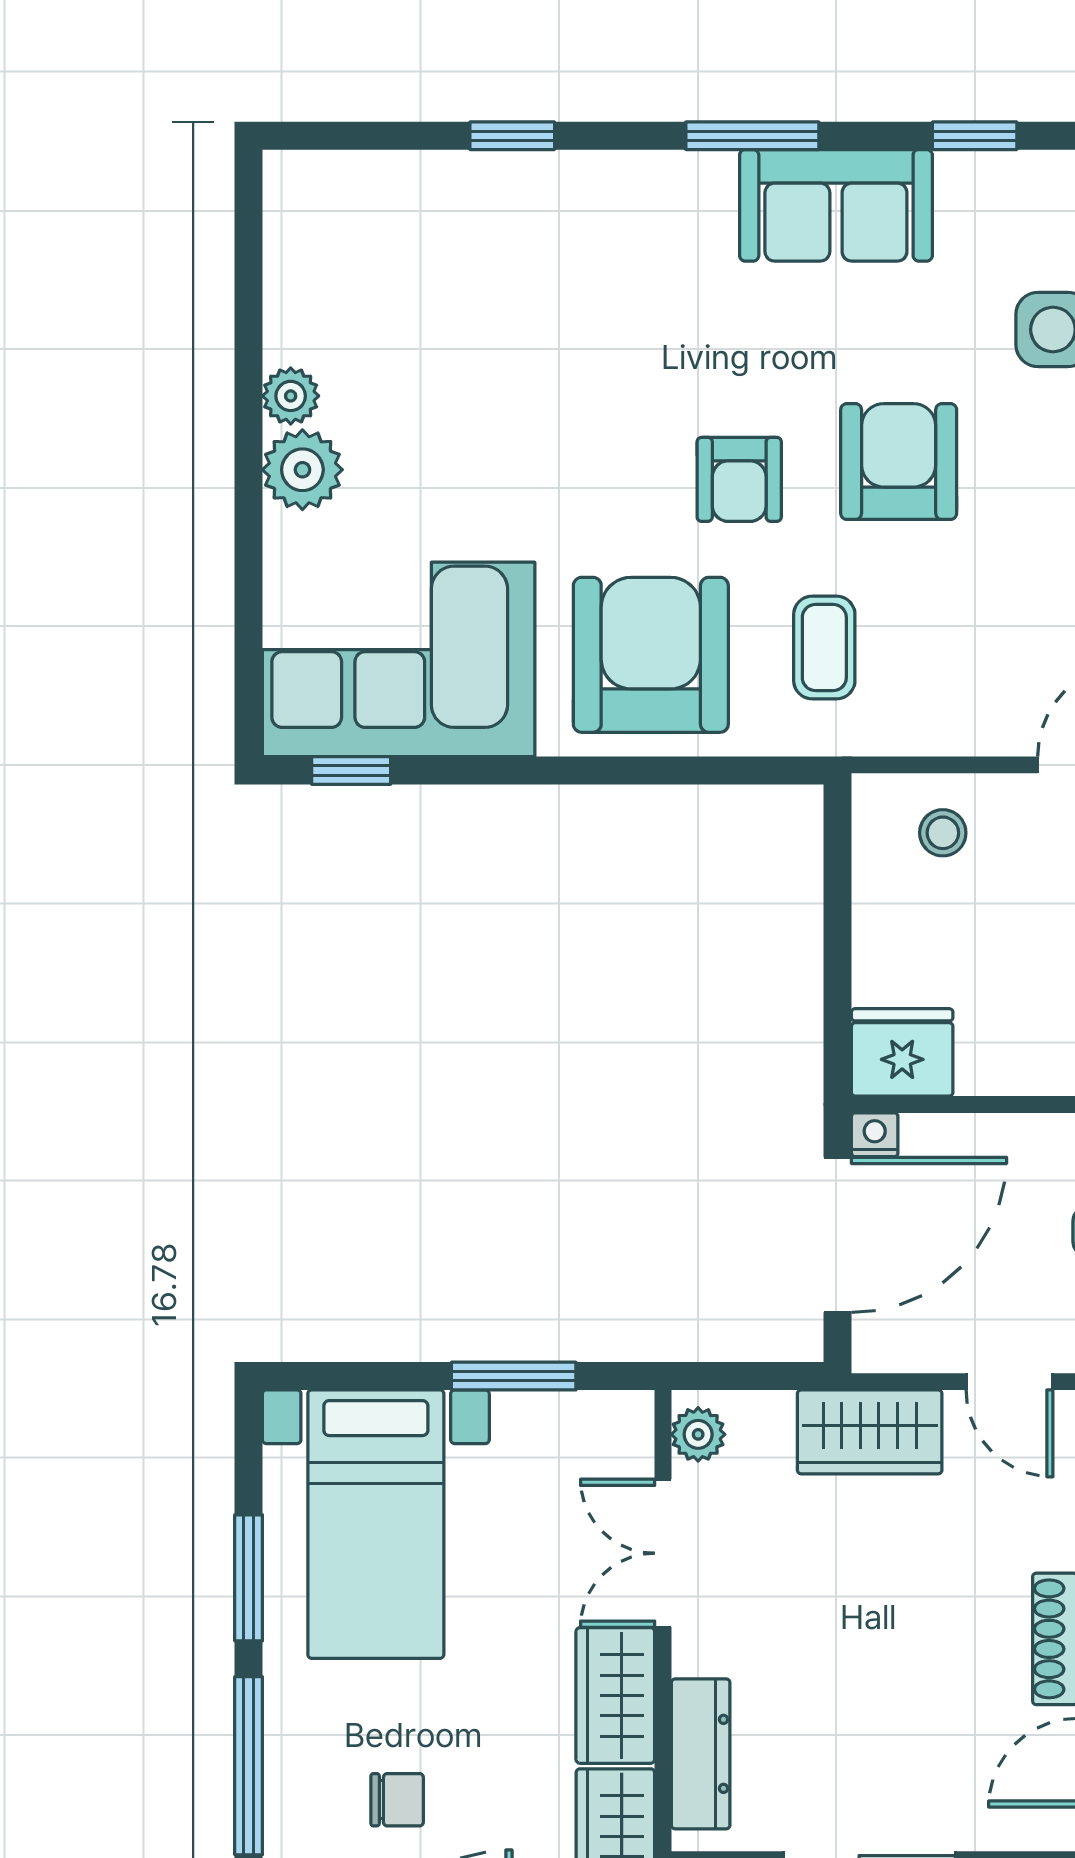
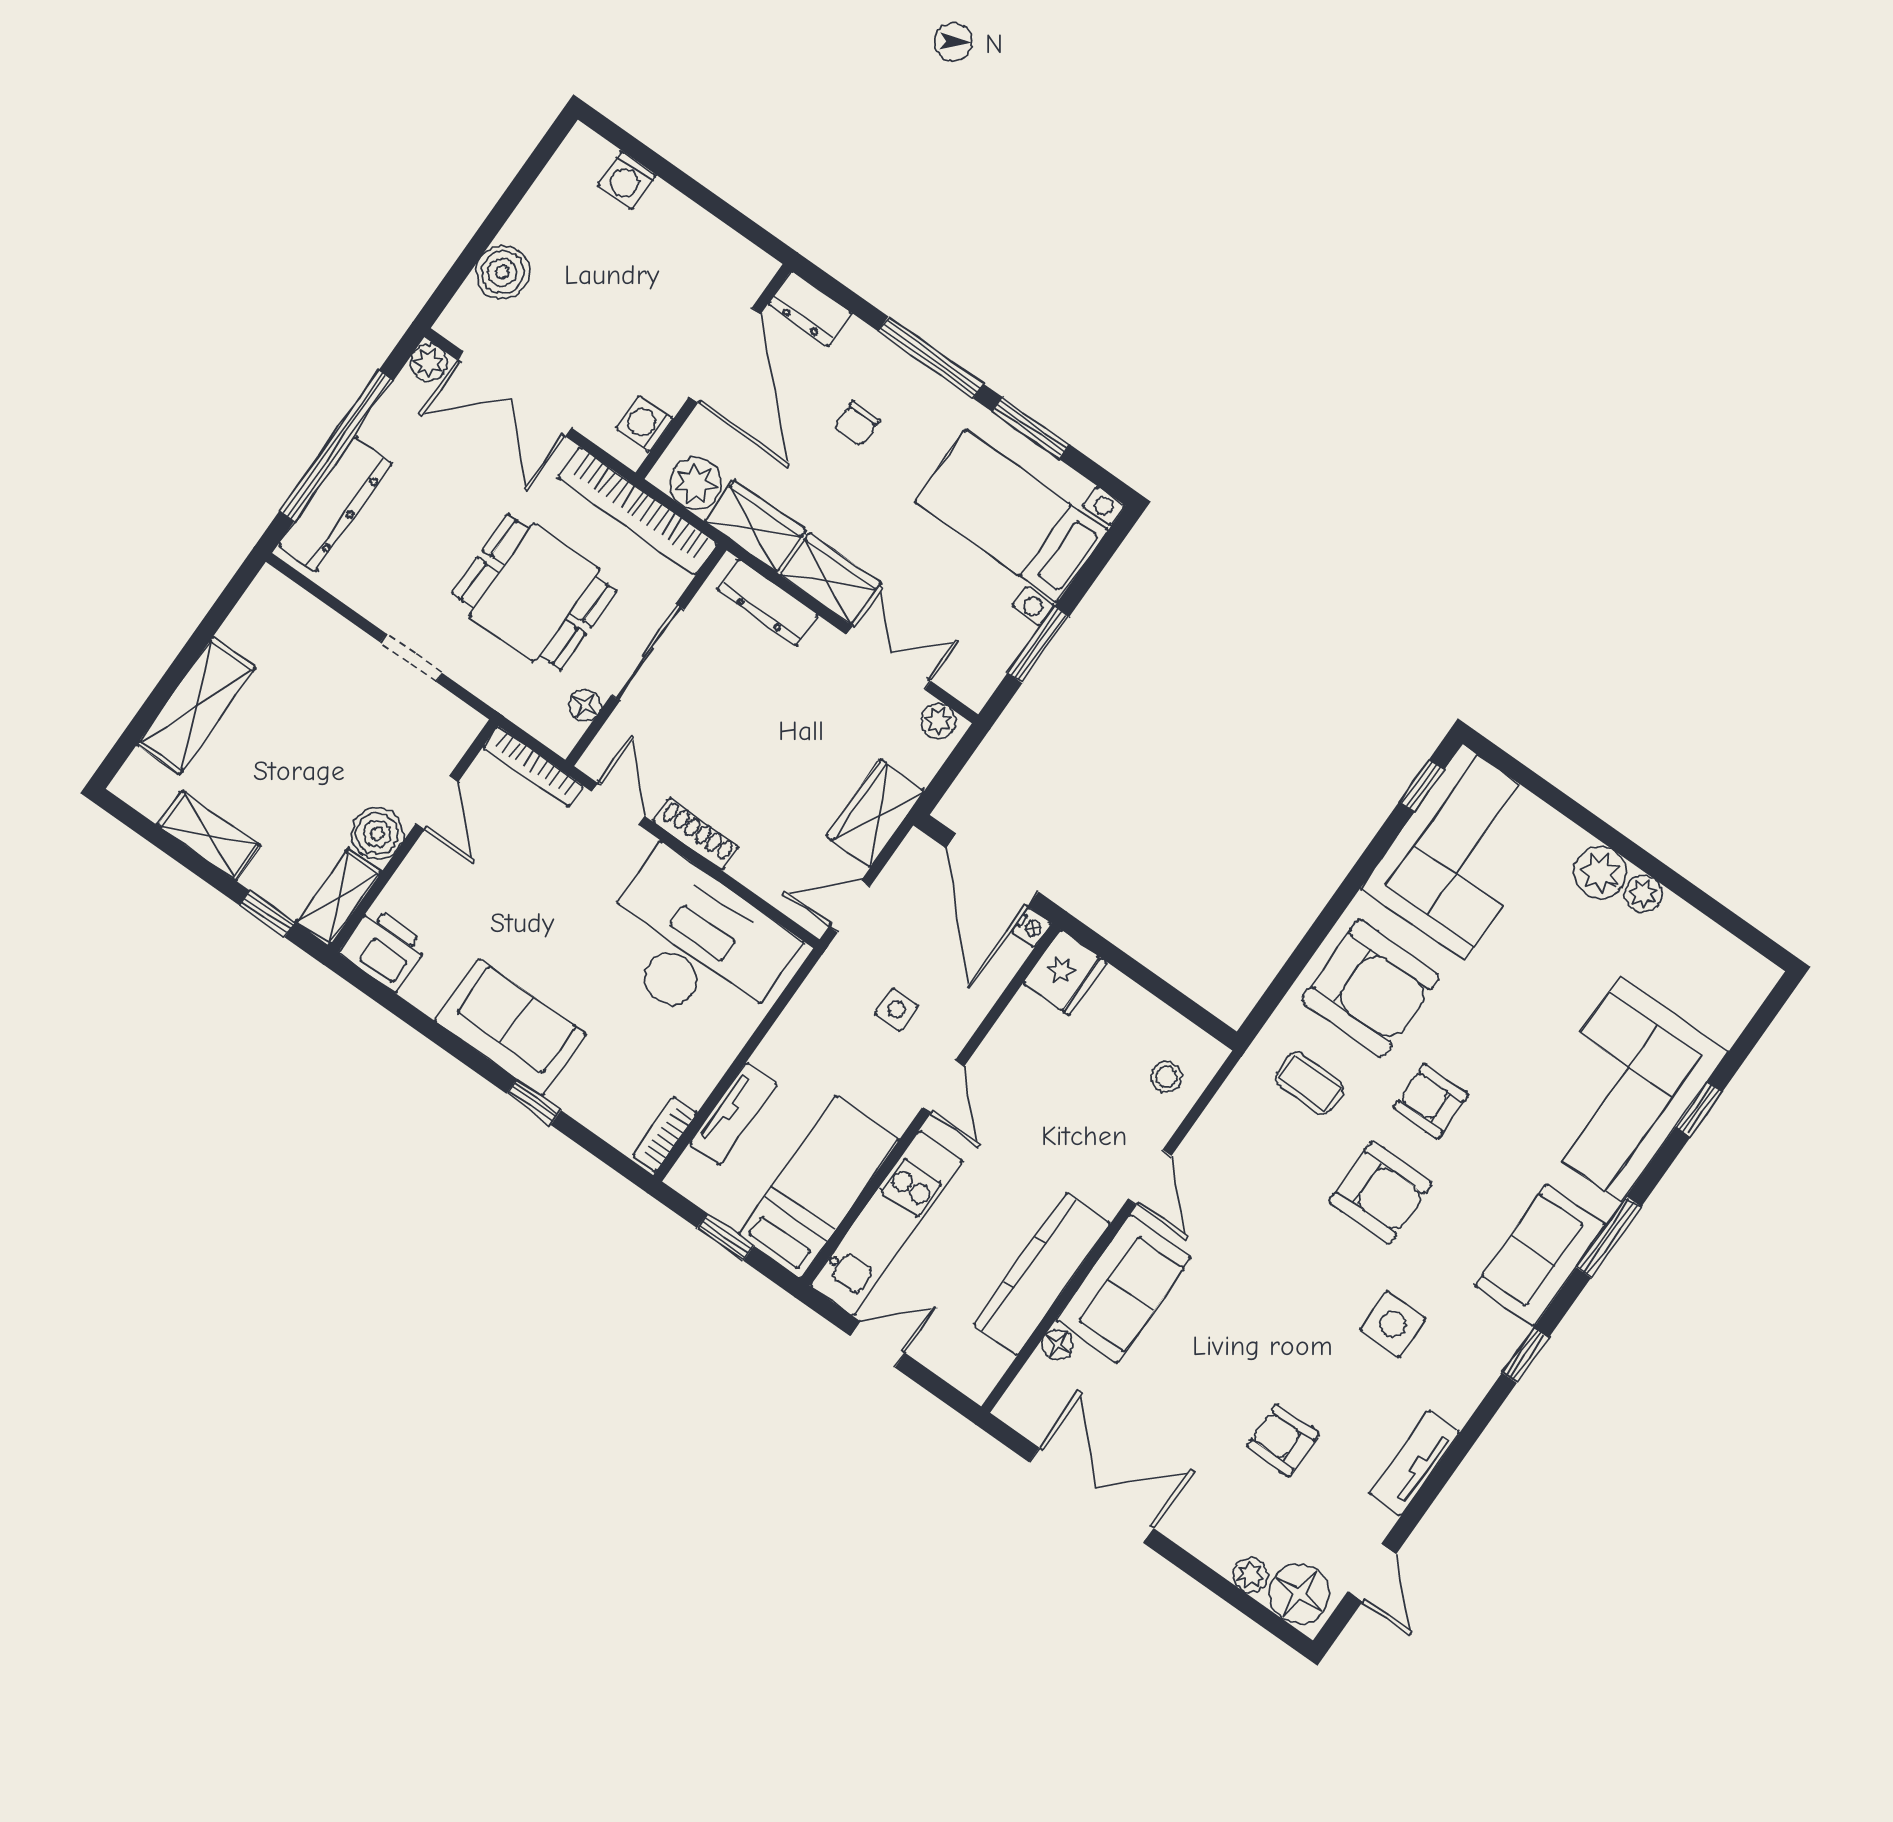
corner sofa: (556, 251) -> (1621, 1089), added

